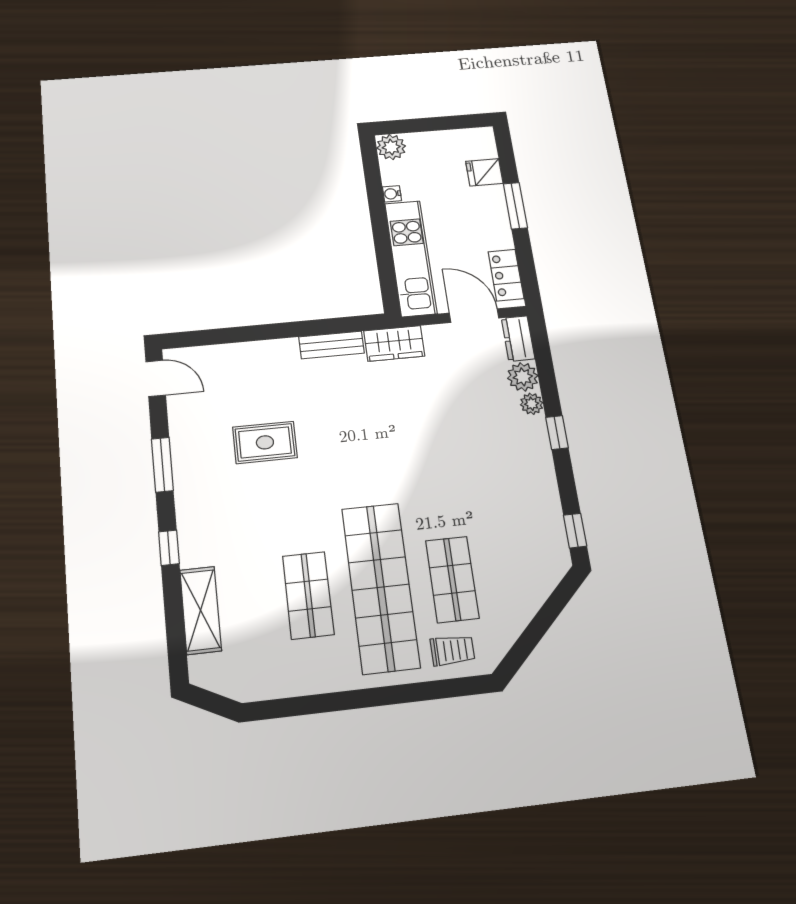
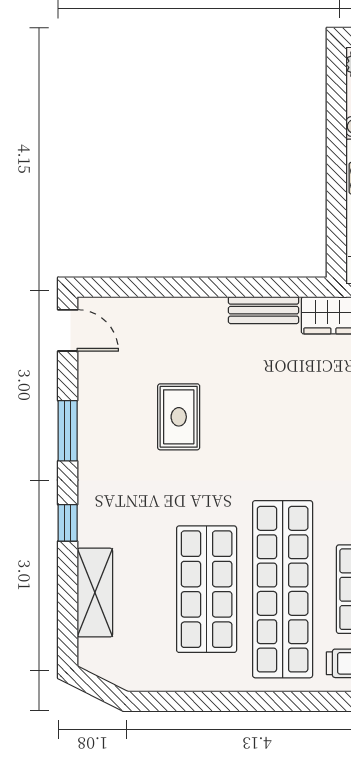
rug: (265, 442) -> (179, 417), turned 90
shop shelf: (308, 595) -> (207, 589), width x1.43, depth x1.36

